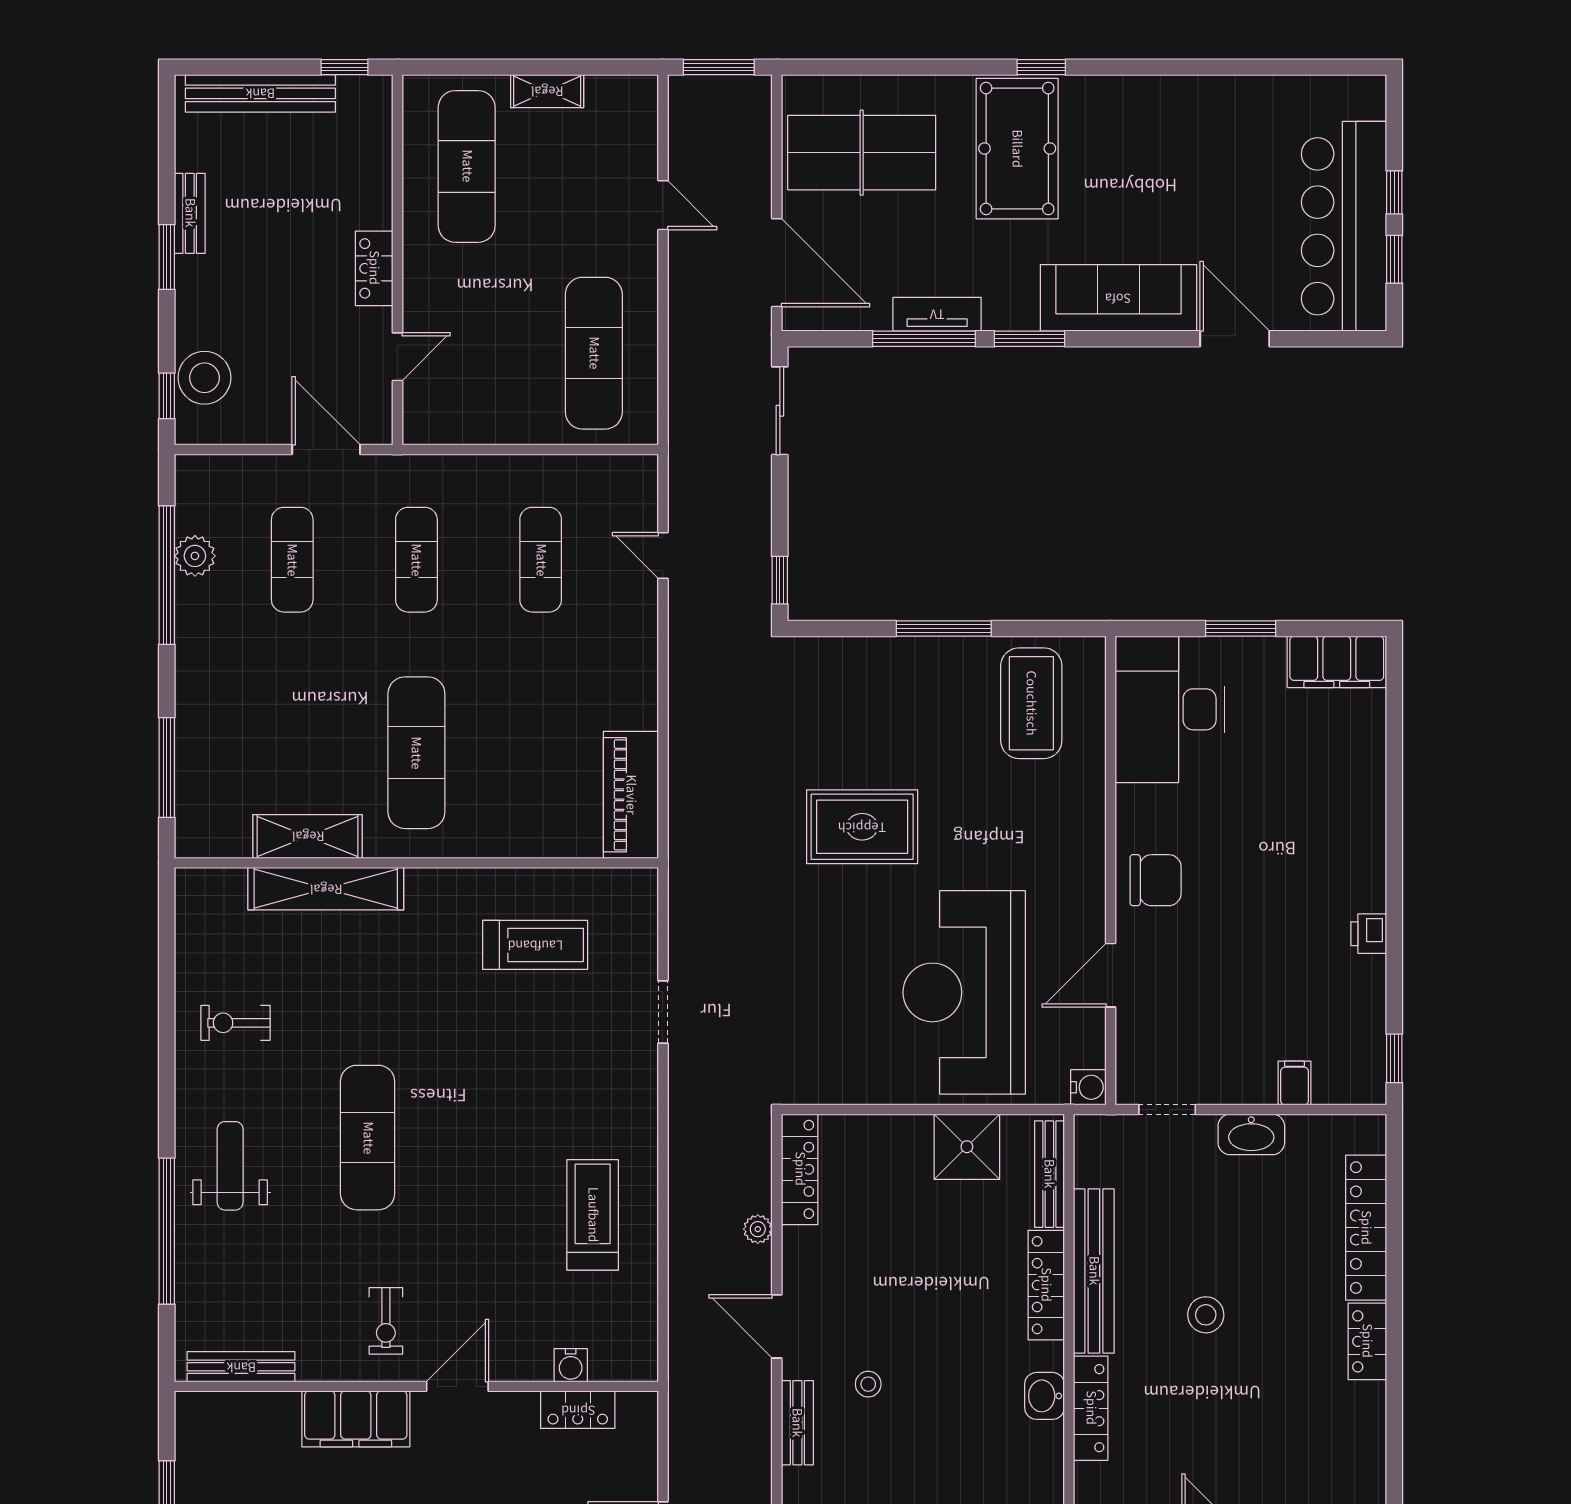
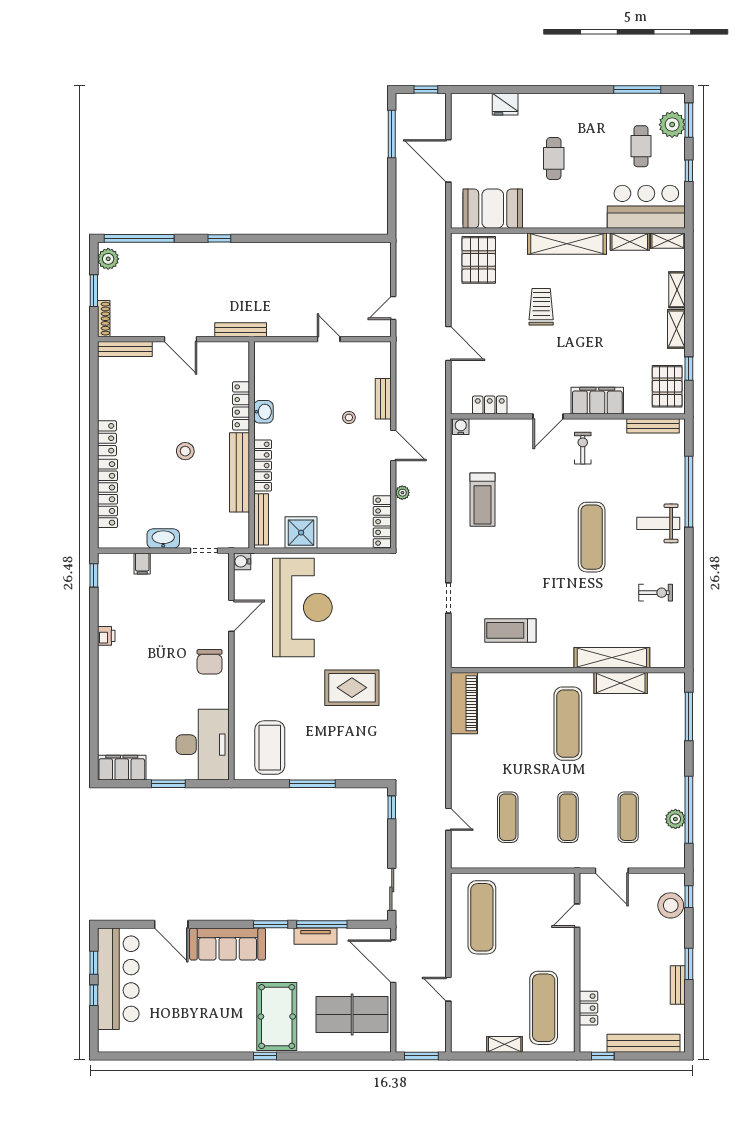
locker: (374, 268) -> (588, 1008), moved
chair: (1156, 880) -> (210, 662), turned -90
weight bench: (230, 1166) -> (658, 523), turned 90
water cooler: (571, 1365) -> (461, 427), moved
pallet: (212, 1448) -> (667, 386), added

